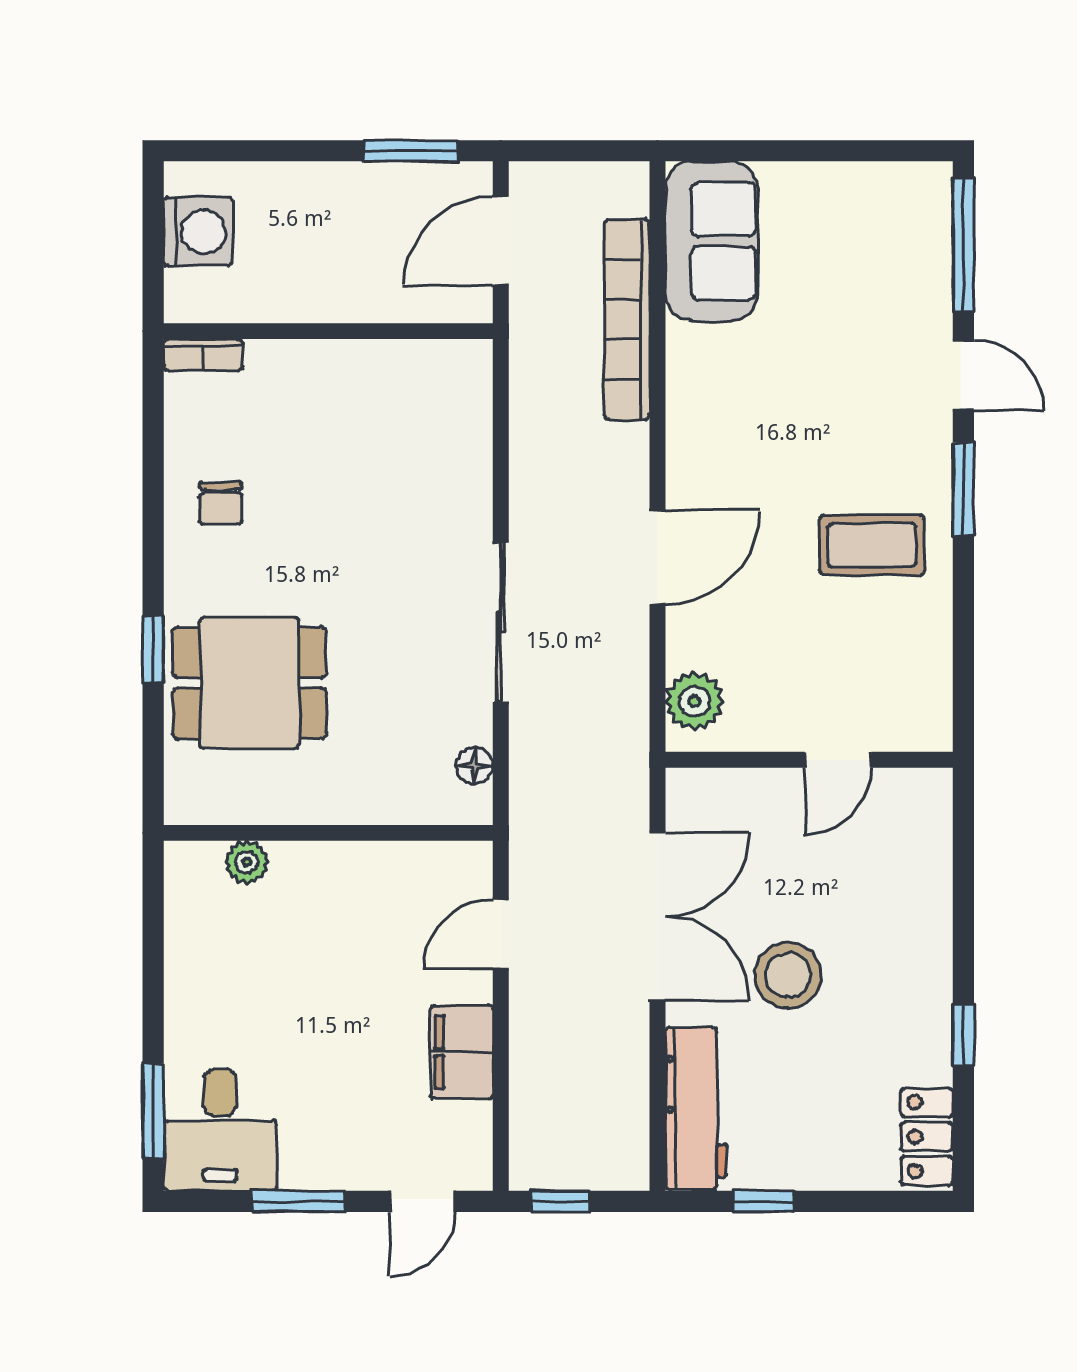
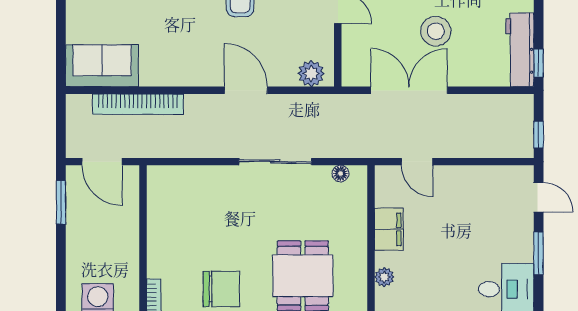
chair: (221, 503) -> (221, 289), width x1.87, depth x1.87
filing cabinet: (462, 1052) -> (389, 229), moved, turned -90
workbench: (696, 1109) -> (520, 50), moved, turned -90
window: (763, 1201) -> (539, 63), moved

